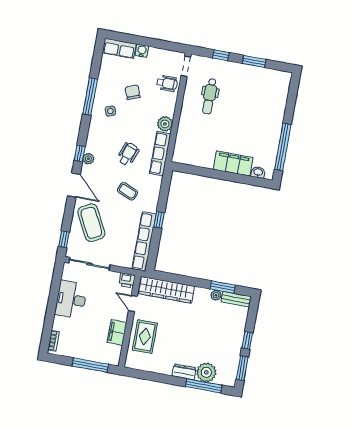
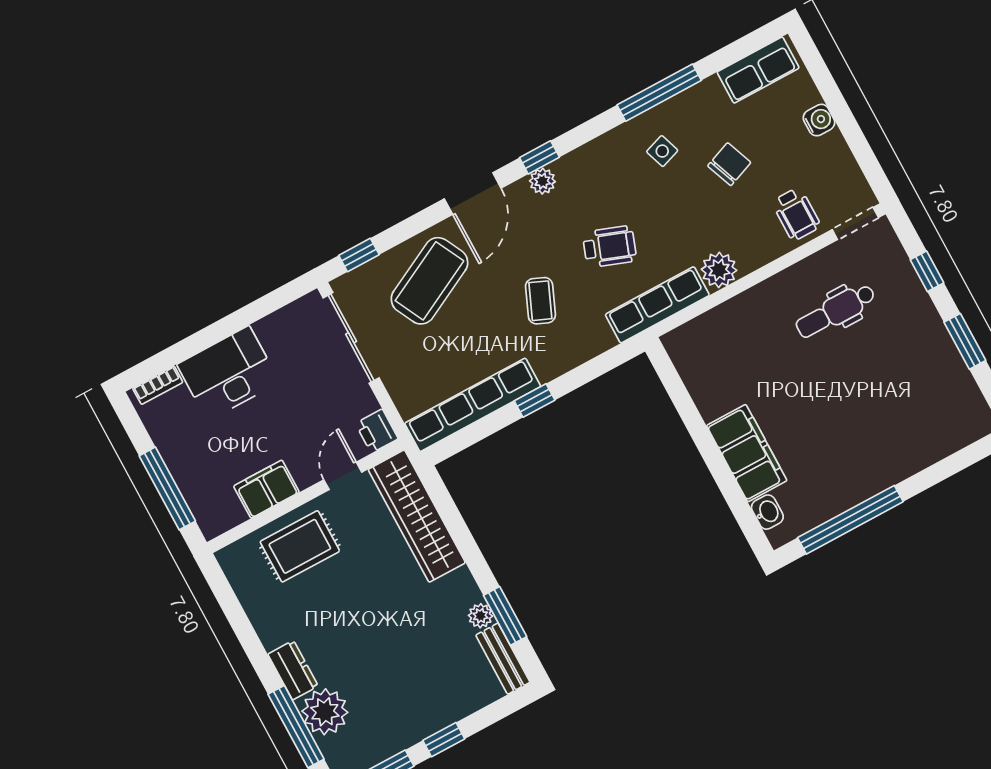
row of seats: (119, 48) -> (758, 70), moved, turned -90
desk: (71, 299) -> (228, 373), moved

